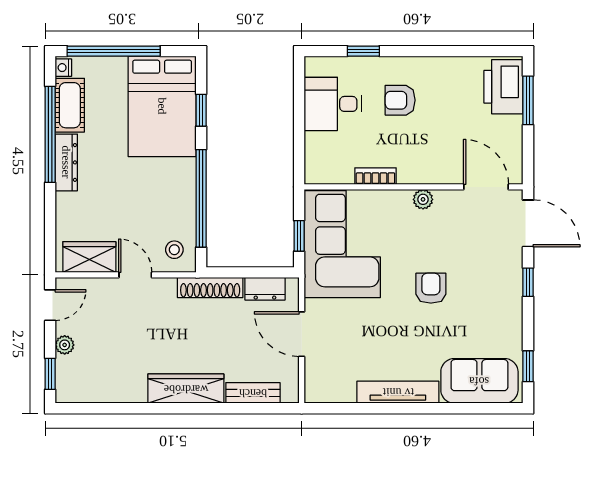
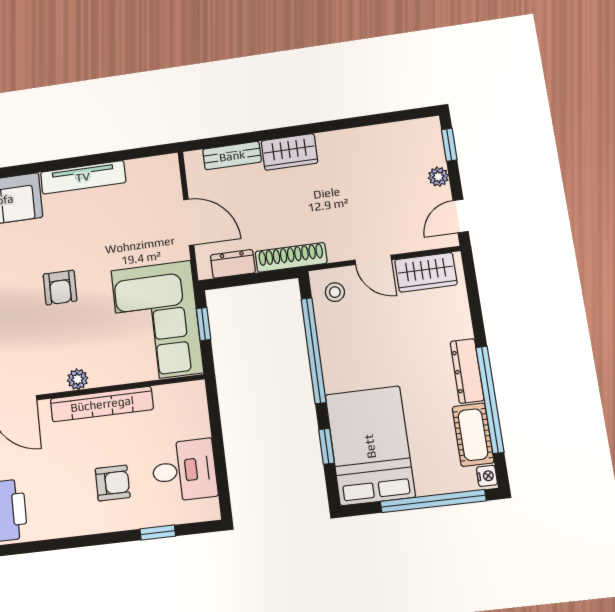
bookcase: (375, 176) -> (102, 404), width x2.31, depth x1.31
wardrobe: (186, 389) -> (289, 152), width x0.67

